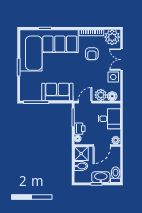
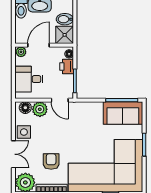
sofa: (57, 92) -> (123, 113), moved
door: (85, 102) -> (60, 100), hinge flipped

